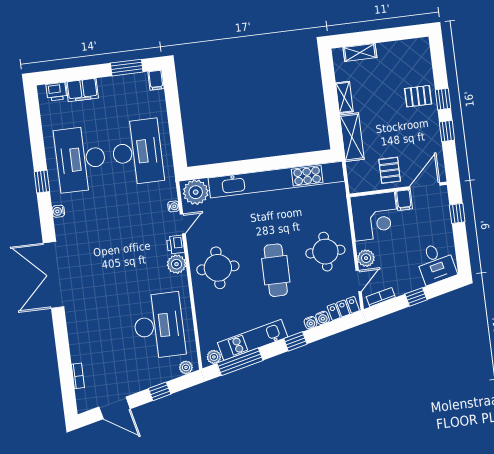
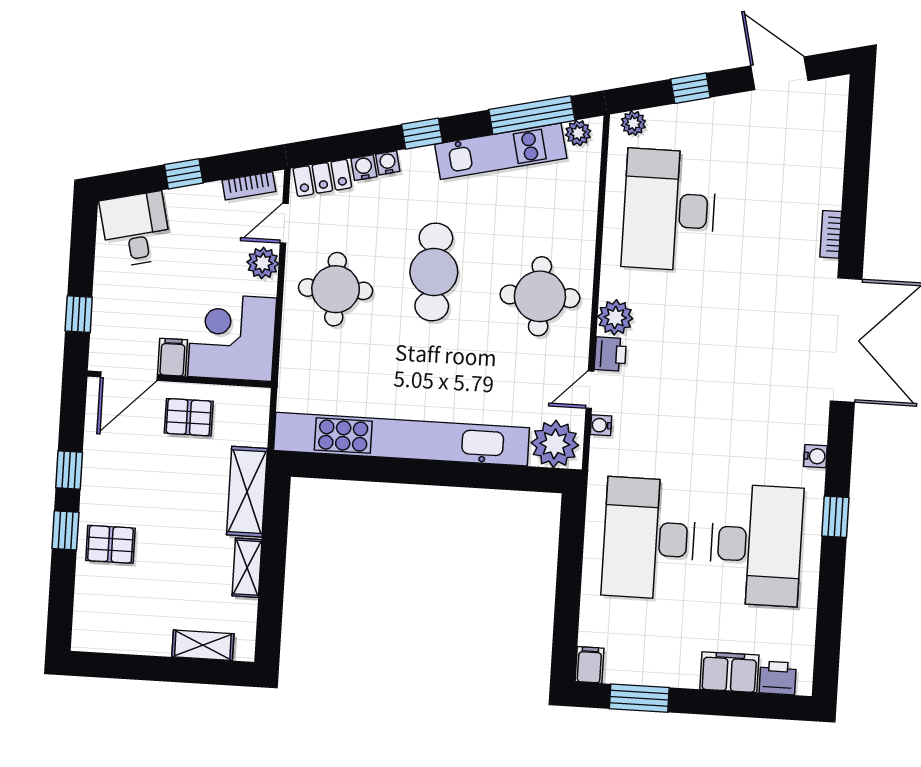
pallet: (390, 170) -> (189, 417), turned 90
bookcase: (78, 376) -> (831, 234), moved

